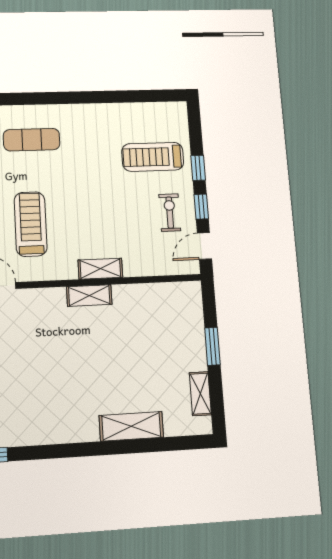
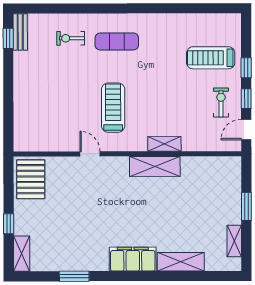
shelving: (89, 296) -> (155, 166), width x1.50, depth x1.33
filing cabinet: (66, 427) -> (133, 259), added

